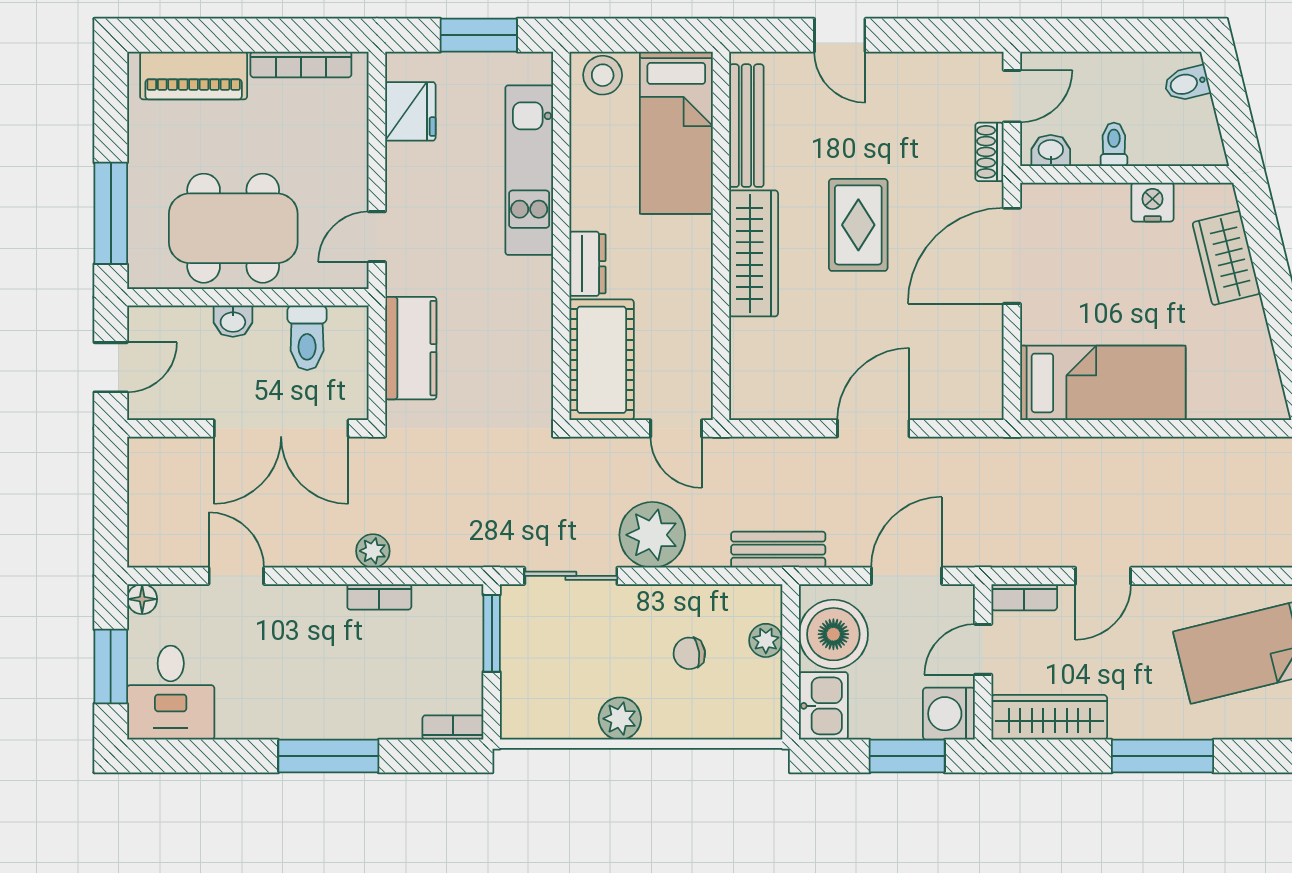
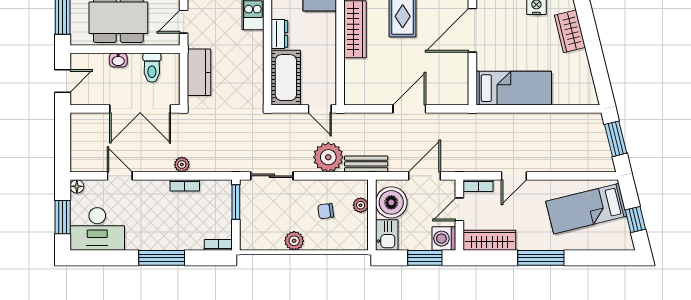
plant: (652, 535) -> (328, 157), moved
desk: (171, 693) -> (97, 229), width x1.37

